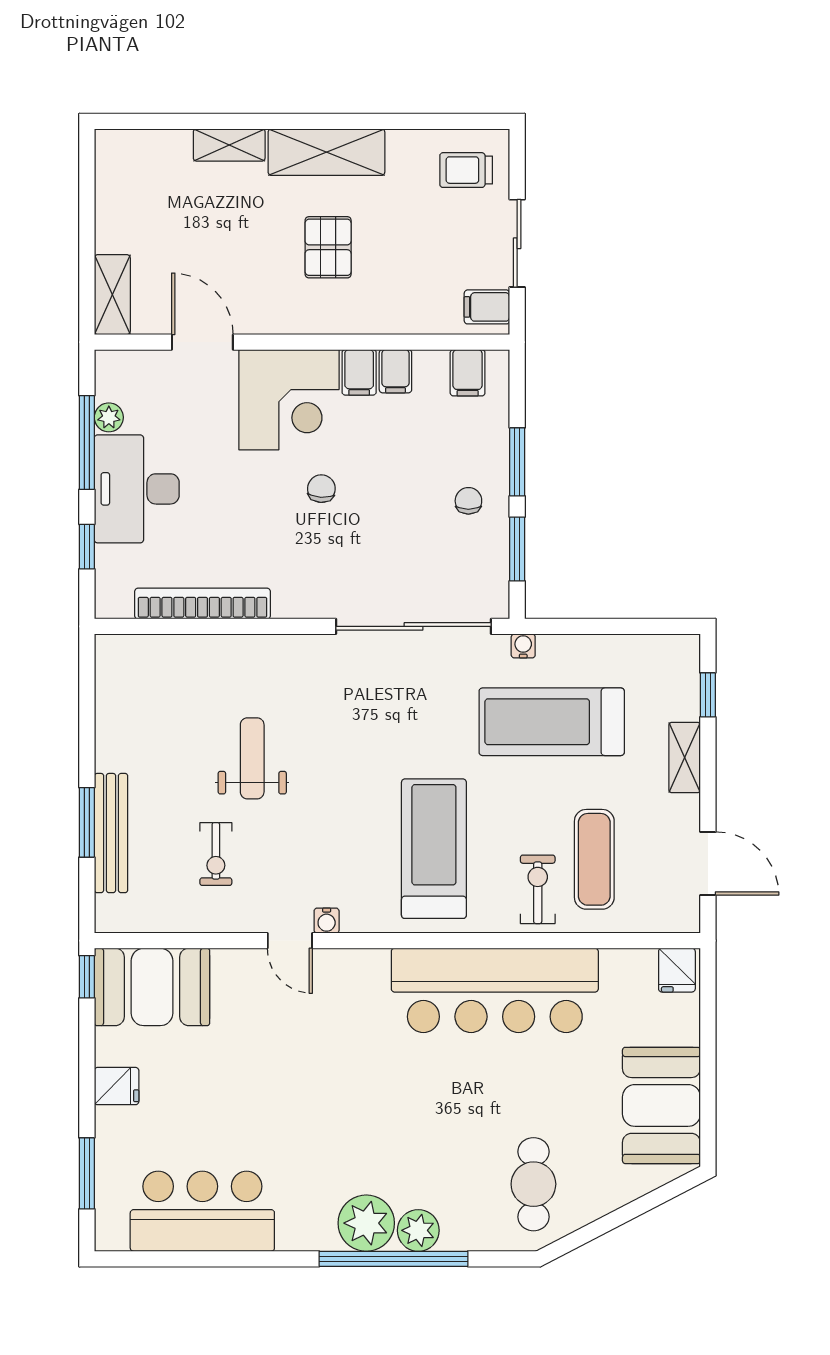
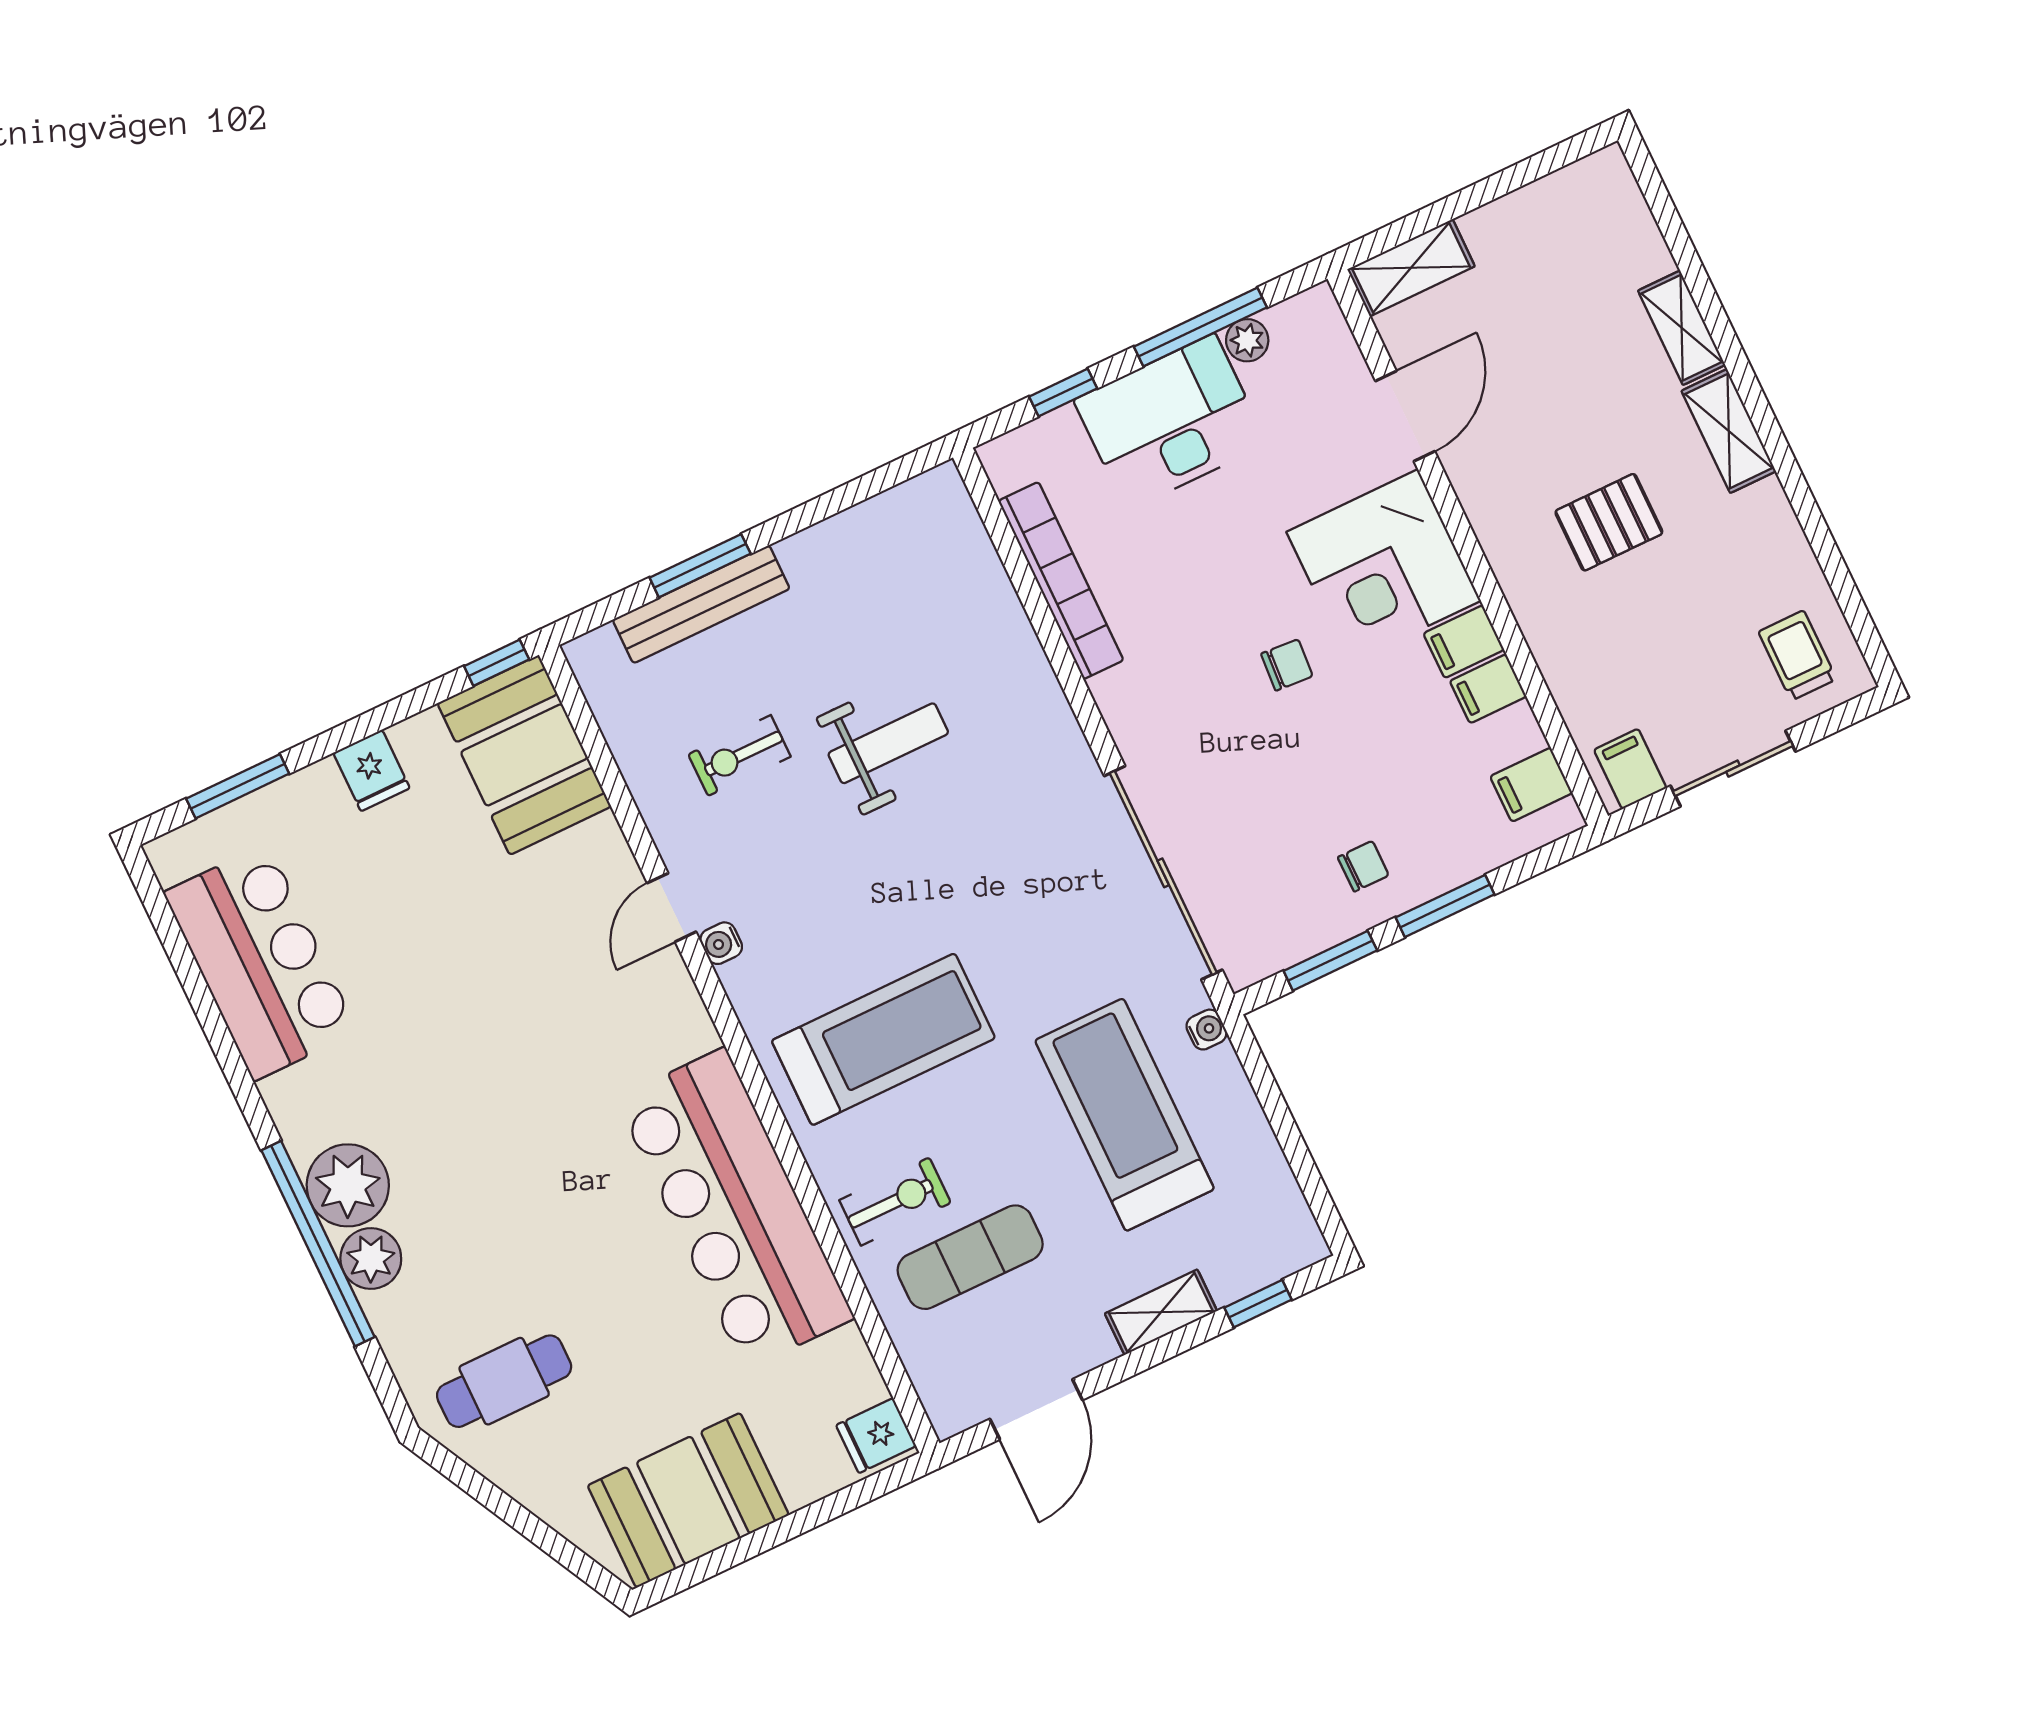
shelving: (326, 152) -> (1729, 431), width x0.67, depth x0.75

